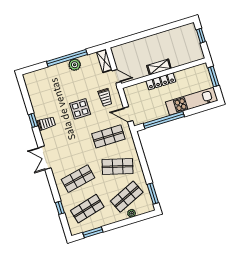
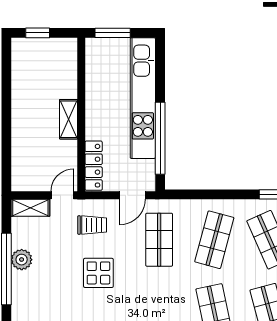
locker: (161, 81) -> (94, 166), moved
kitchen unit: (192, 101) -> (143, 98), width x1.36

